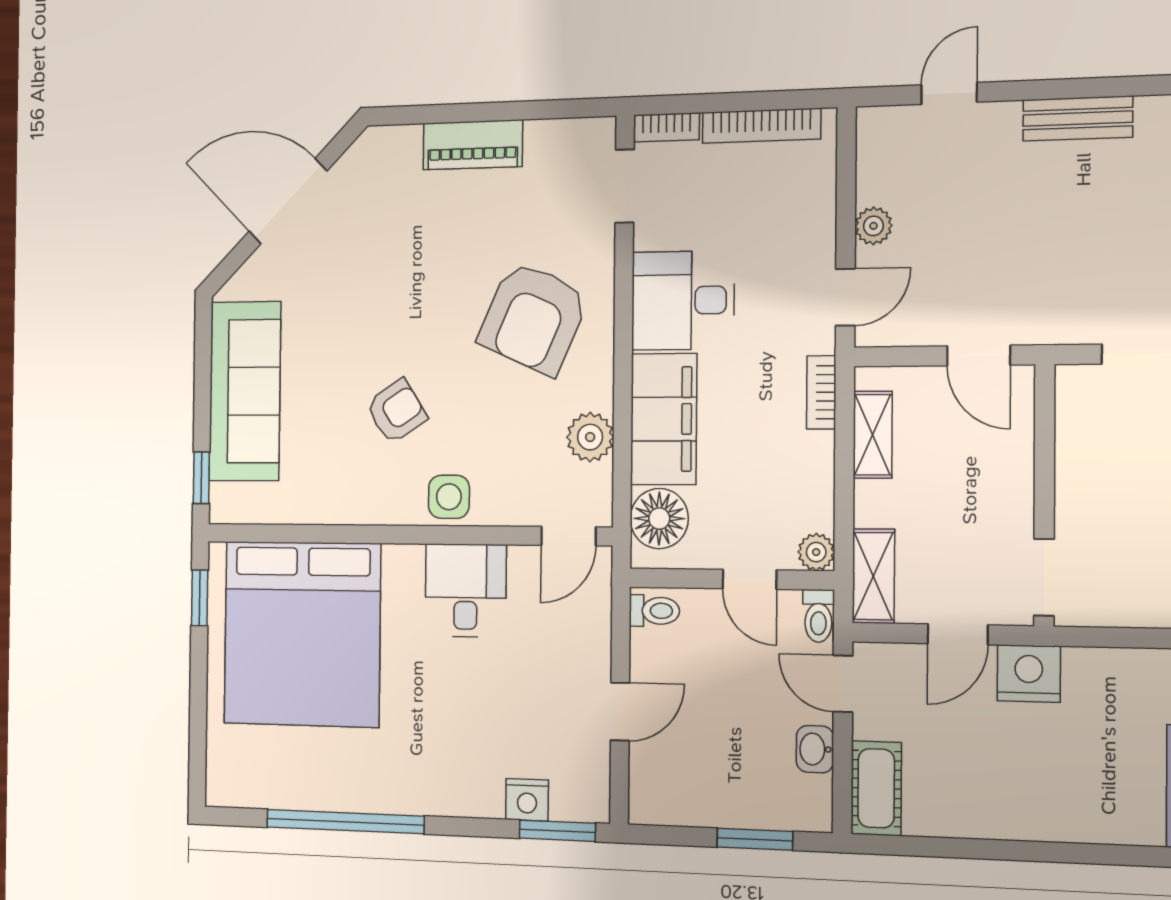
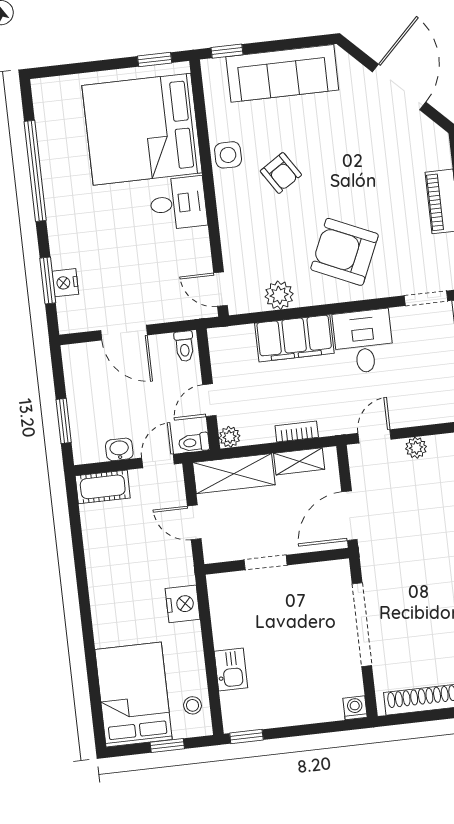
door: (845, 297) -> (374, 436), swing flipped
door: (979, 356) -> (349, 516), width x1.37
bookcase: (821, 392) -> (297, 432), moved
side table: (449, 497) -> (228, 155), moved
floor lamp: (659, 519) -> (237, 343), removed
shelving: (873, 576) -> (234, 474), width x1.50, depth x1.33
doorway: (1044, 577) -> (266, 562), moved
desk: (466, 590) -> (178, 203), moved
nightstand: (1029, 674) -> (183, 604), moved
door: (620, 712) -> (124, 333), width x1.38
window: (557, 831) -> (48, 281), moved

